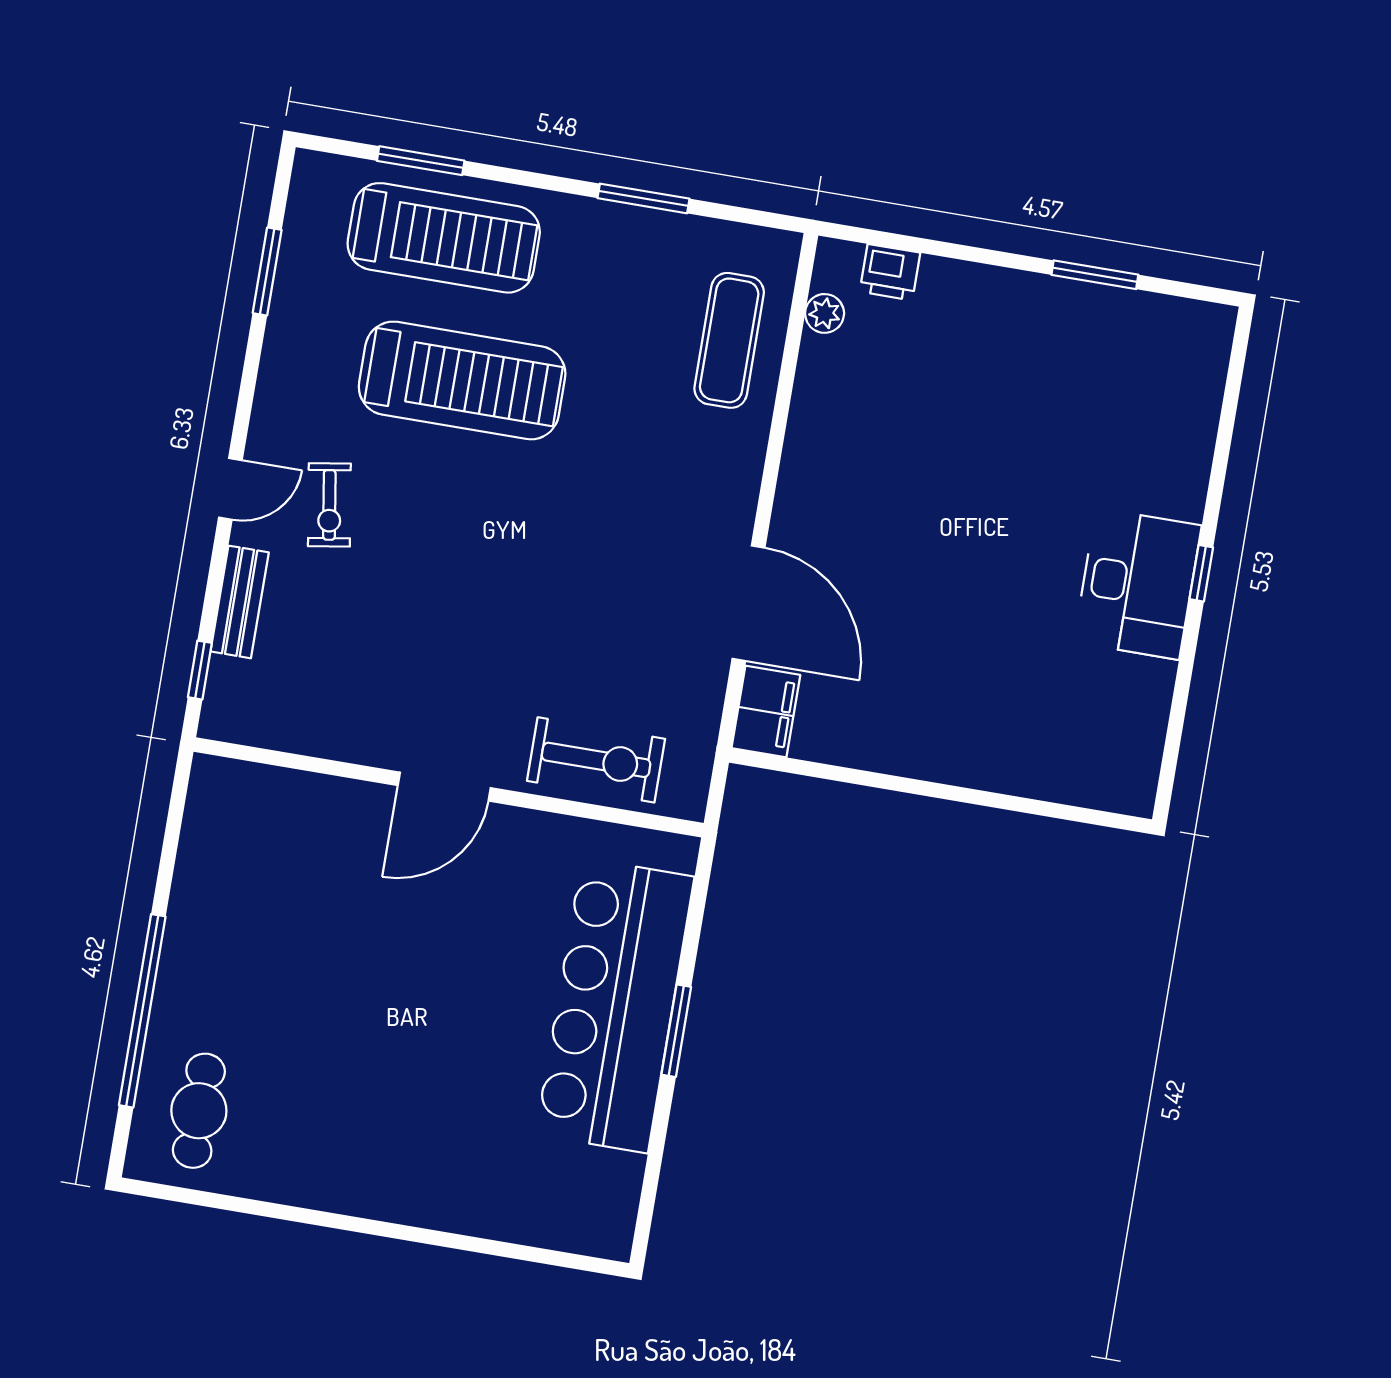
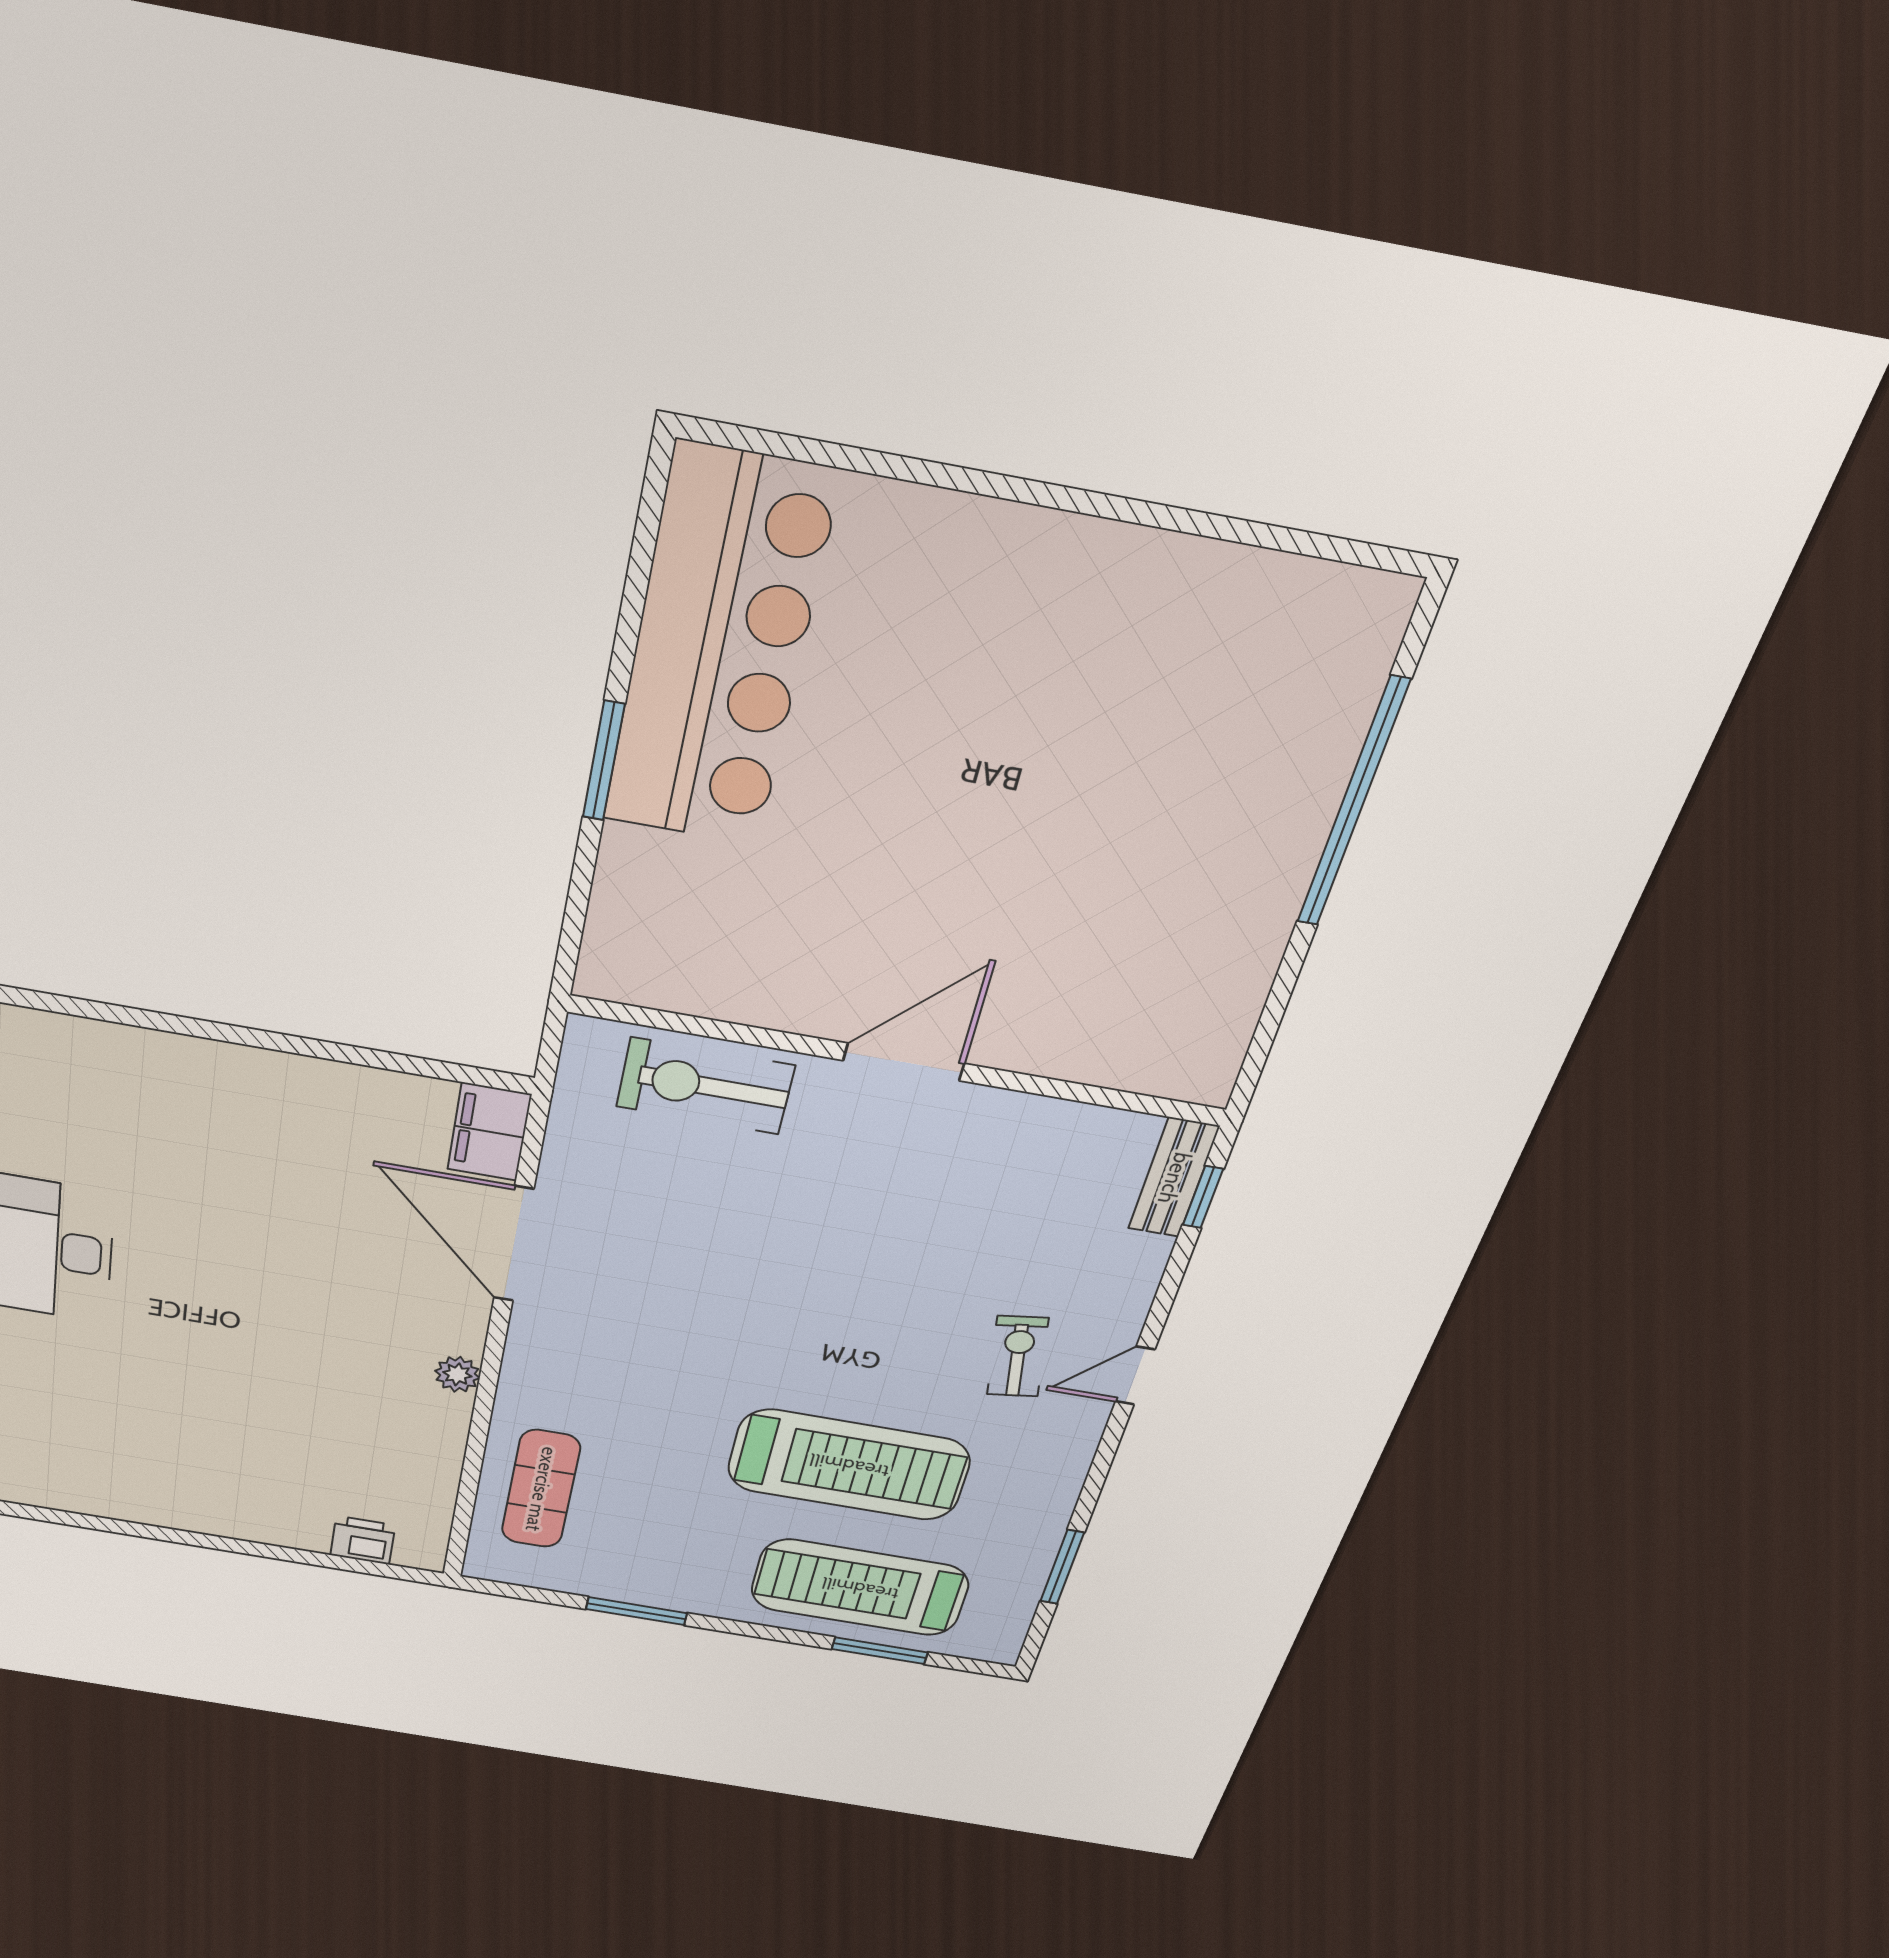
window: (1095, 275) -> (137, 1530), removed
plant: (825, 313) -> (457, 1374), moved
treadmill: (462, 380) -> (849, 1465), turned 180
bench: (240, 602) -> (1174, 1178), moved
bar counter: (615, 1006) -> (719, 651), moved
cafe table: (199, 1111) -> (1295, 669), removed

